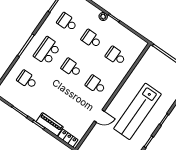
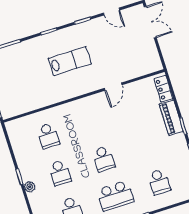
school desk: (96, 85) -> (92, 122), removed
lab bench: (137, 111) -> (70, 61), width x0.54, depth x0.72
door: (99, 116) -> (113, 87), swing flipped

